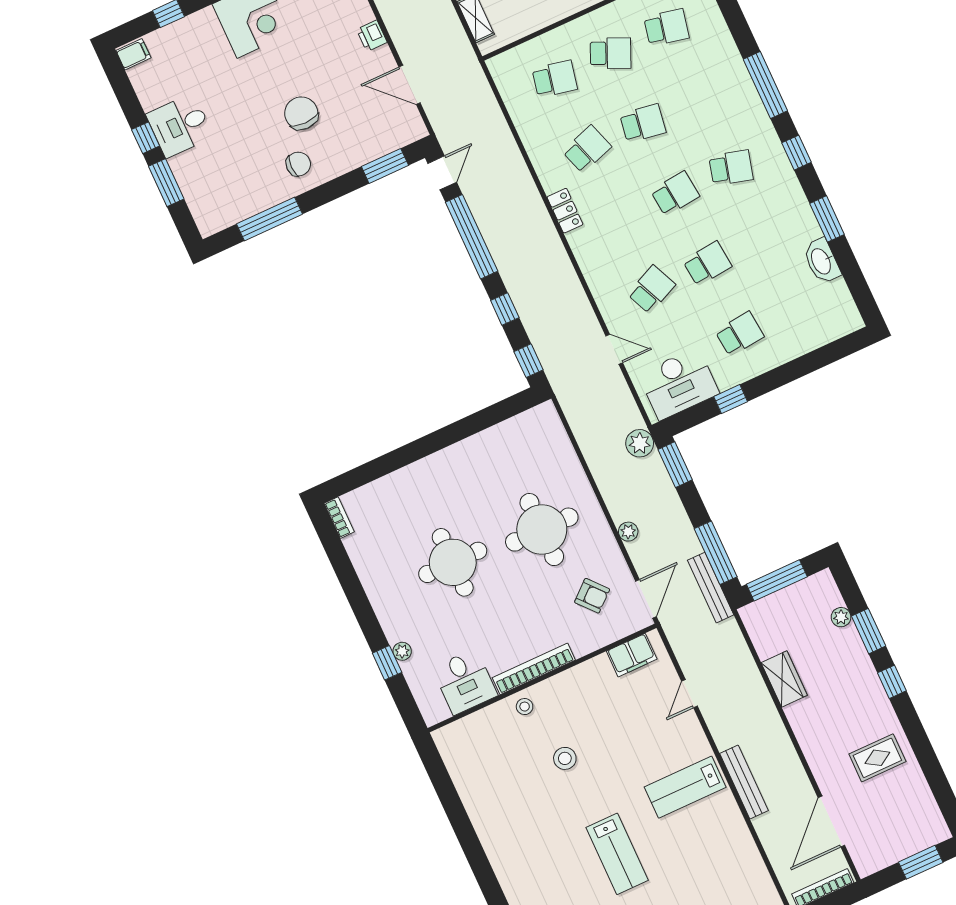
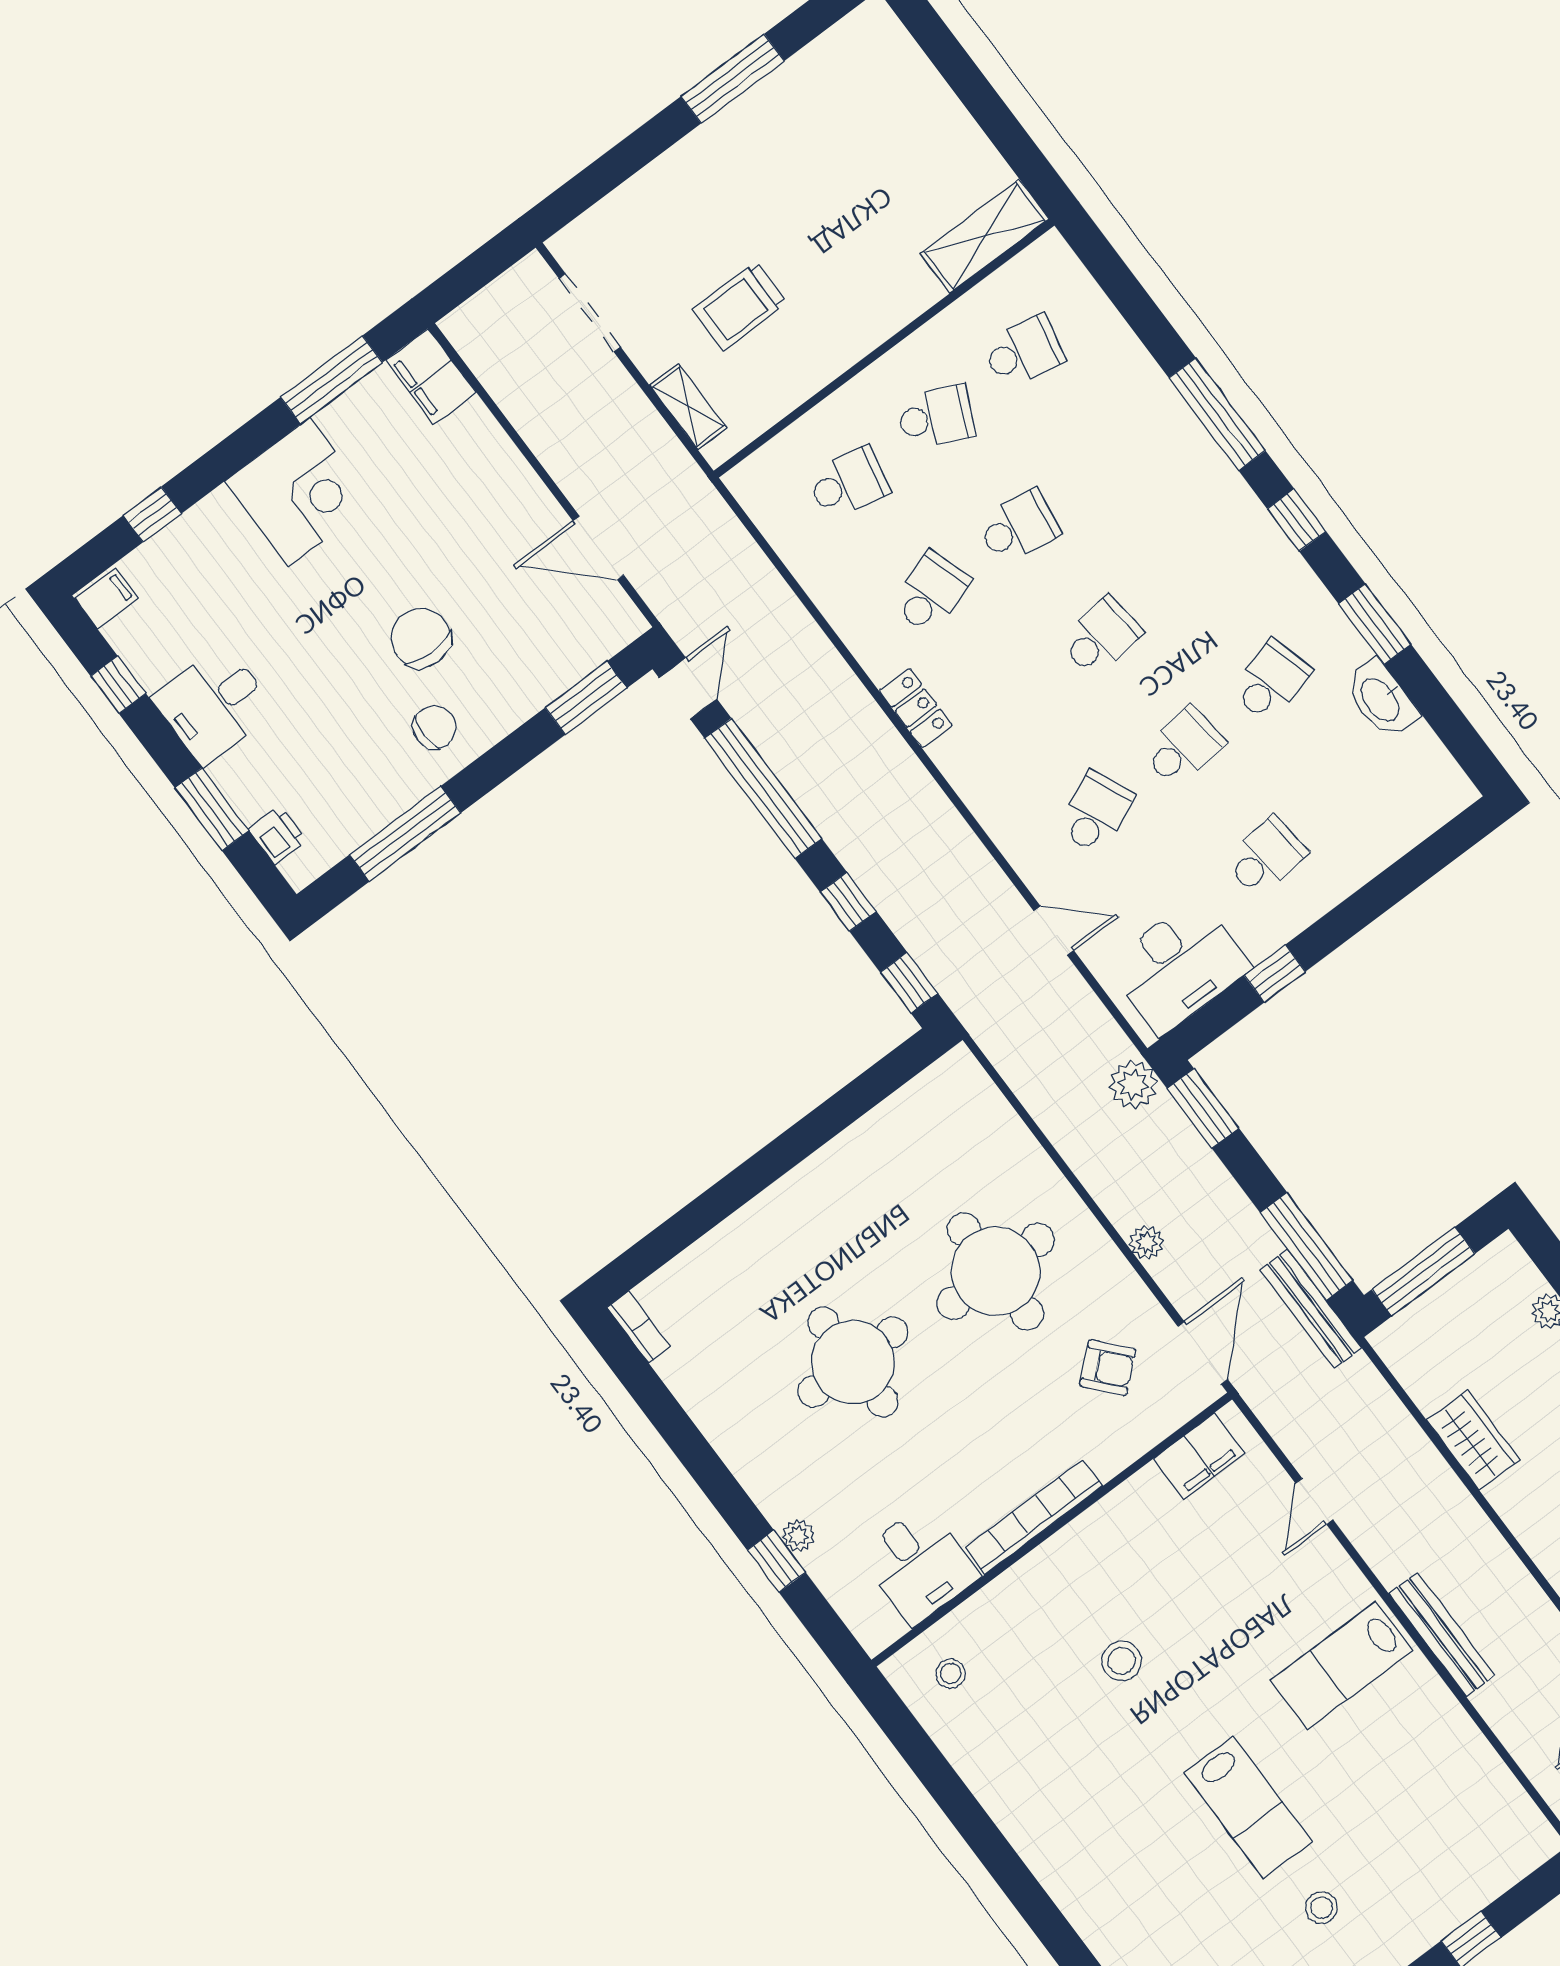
printer: (372, 36) -> (277, 835), moved, turned 180
window: (146, 138) -> (118, 685), moved
school desk: (731, 168) -> (1271, 681), moved, turned -30
stool: (525, 707) -> (951, 1674), moved

